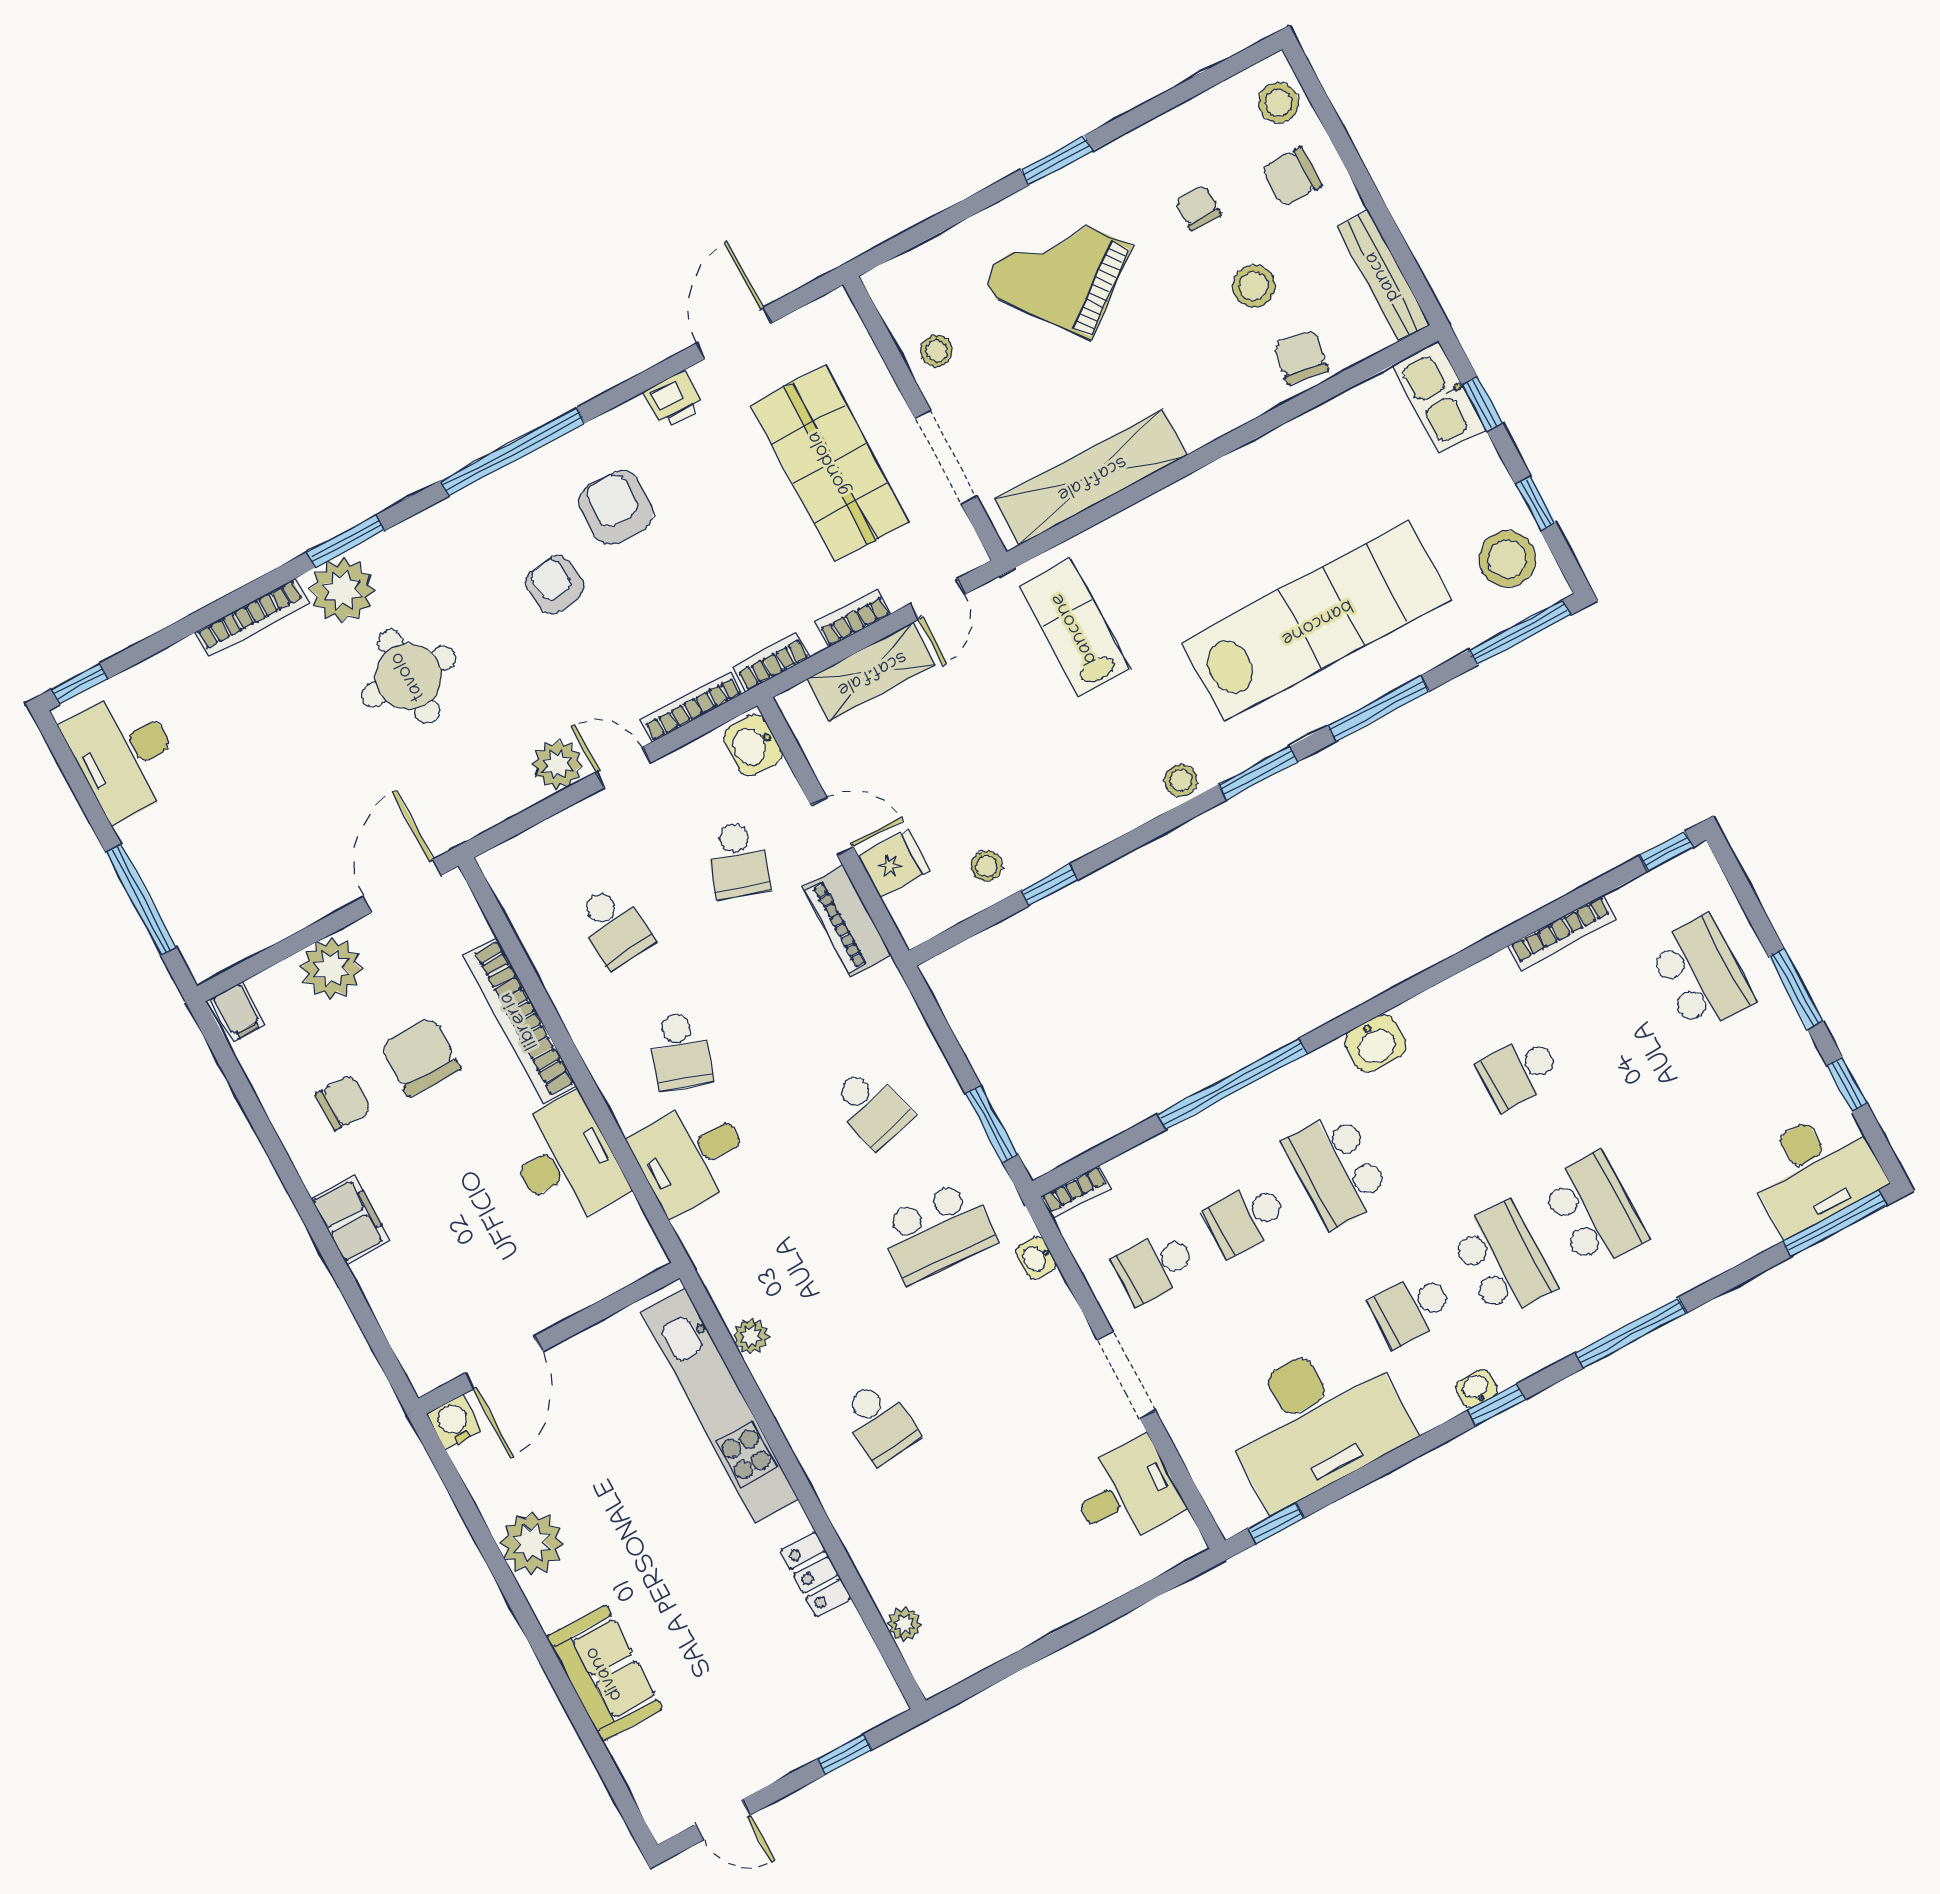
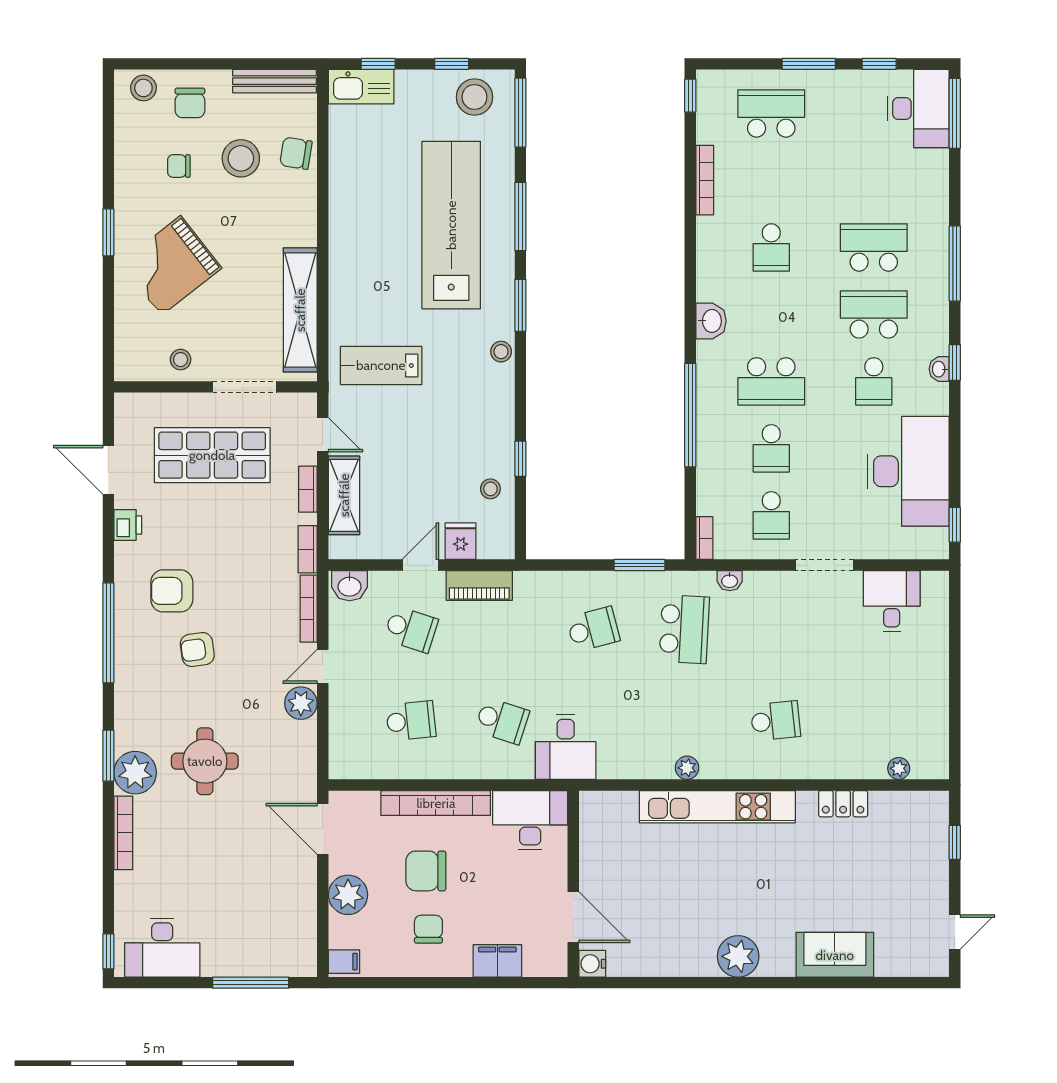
stool: (1254, 286) -> (241, 158), width x1.38, depth x1.38
wall: (549, 1338) -> (573, 884), moved
door: (504, 1362) -> (573, 917), moved
water cooler: (454, 1422) -> (592, 964), moved

